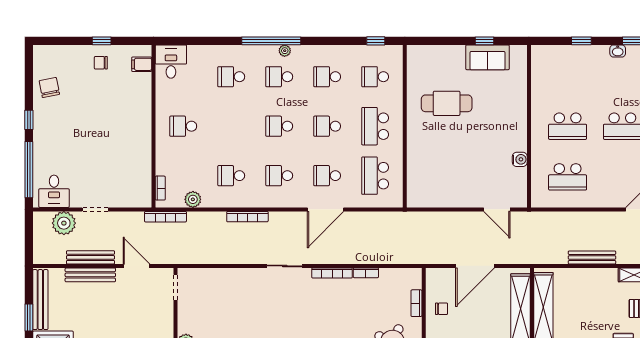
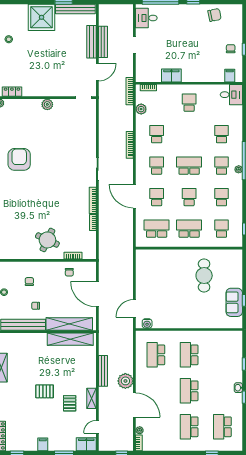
school desk: (279, 126) -> (189, 166), width x1.85
filing cabinet: (142, 153) -> (171, 75), added
water cooler: (520, 159) -> (147, 323), moved
plant: (64, 223) -> (125, 381), moved

